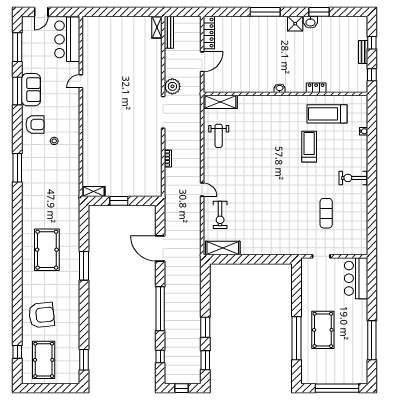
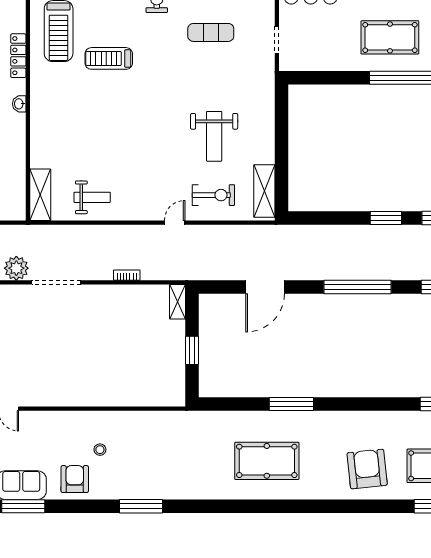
locker: (316, 88) -> (18, 56), width x1.53
shelving: (94, 191) -> (177, 302), moved
weight bench: (258, 215) -> (214, 136), added

